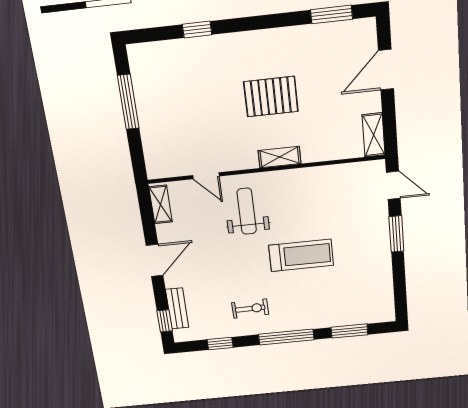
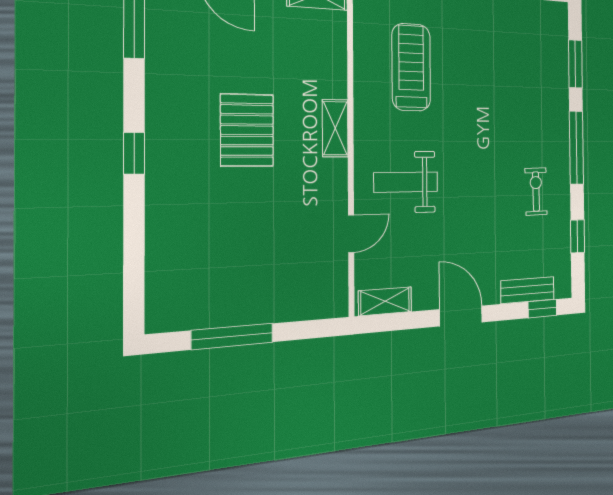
window: (197, 30) -> (134, 153), moved
treadmill: (301, 255) -> (411, 67), moved

